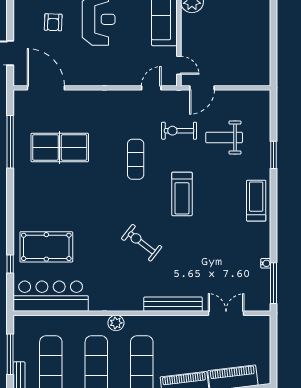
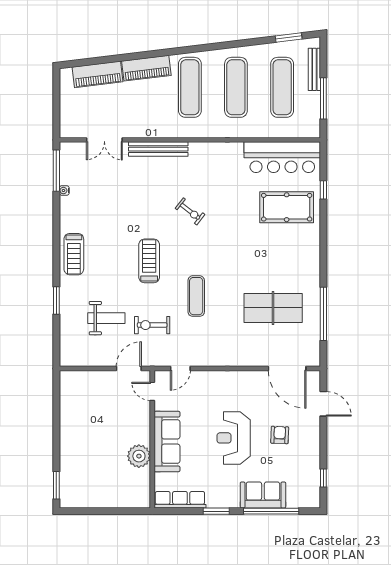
exercise bike: (179, 131) -> (152, 325), turned 180
exercise bike: (142, 243) -> (190, 211), width x0.73, depth x0.72
plant: (116, 323) -> (216, 130), removed

